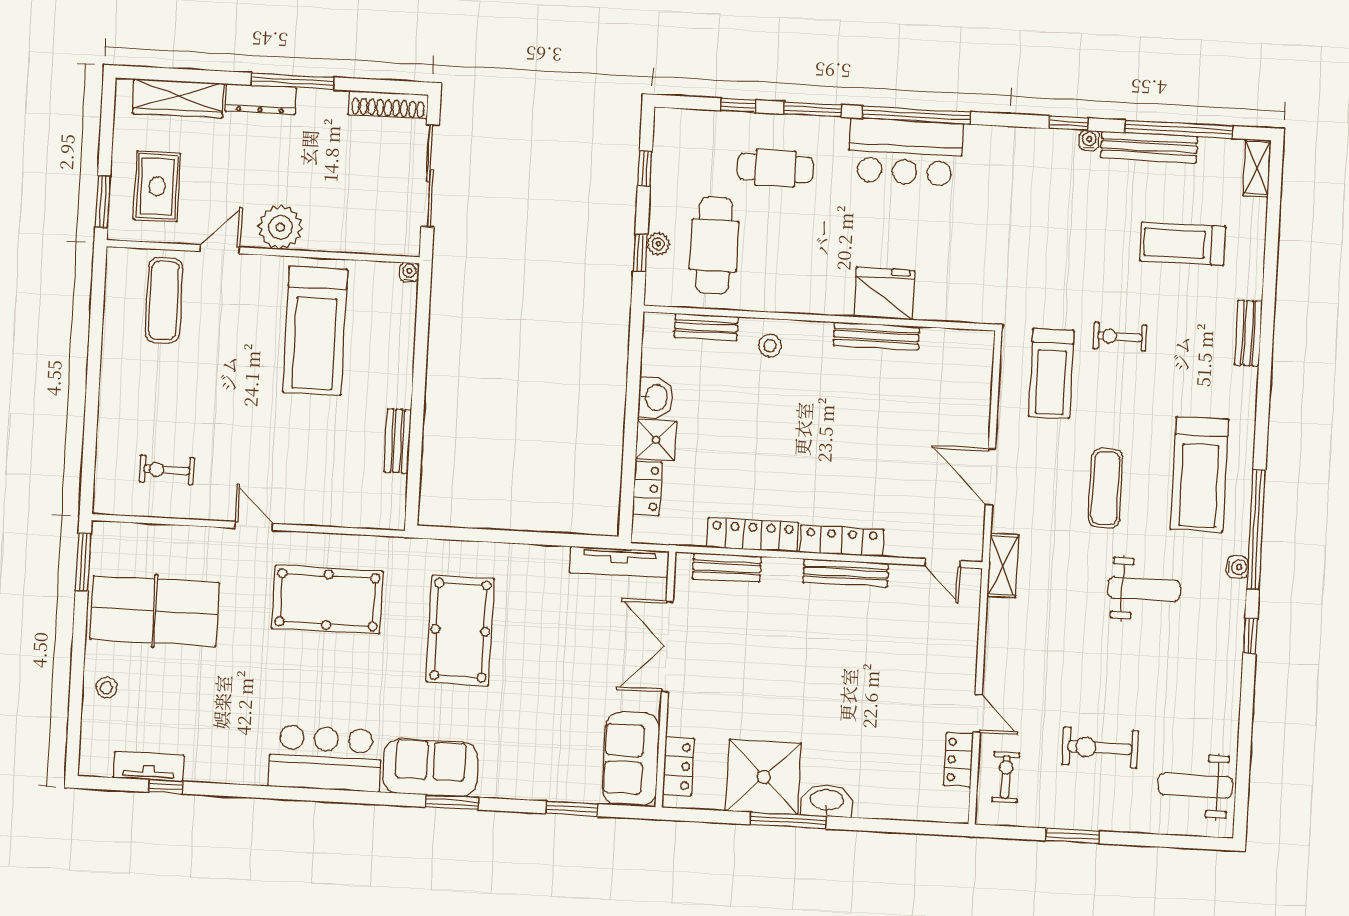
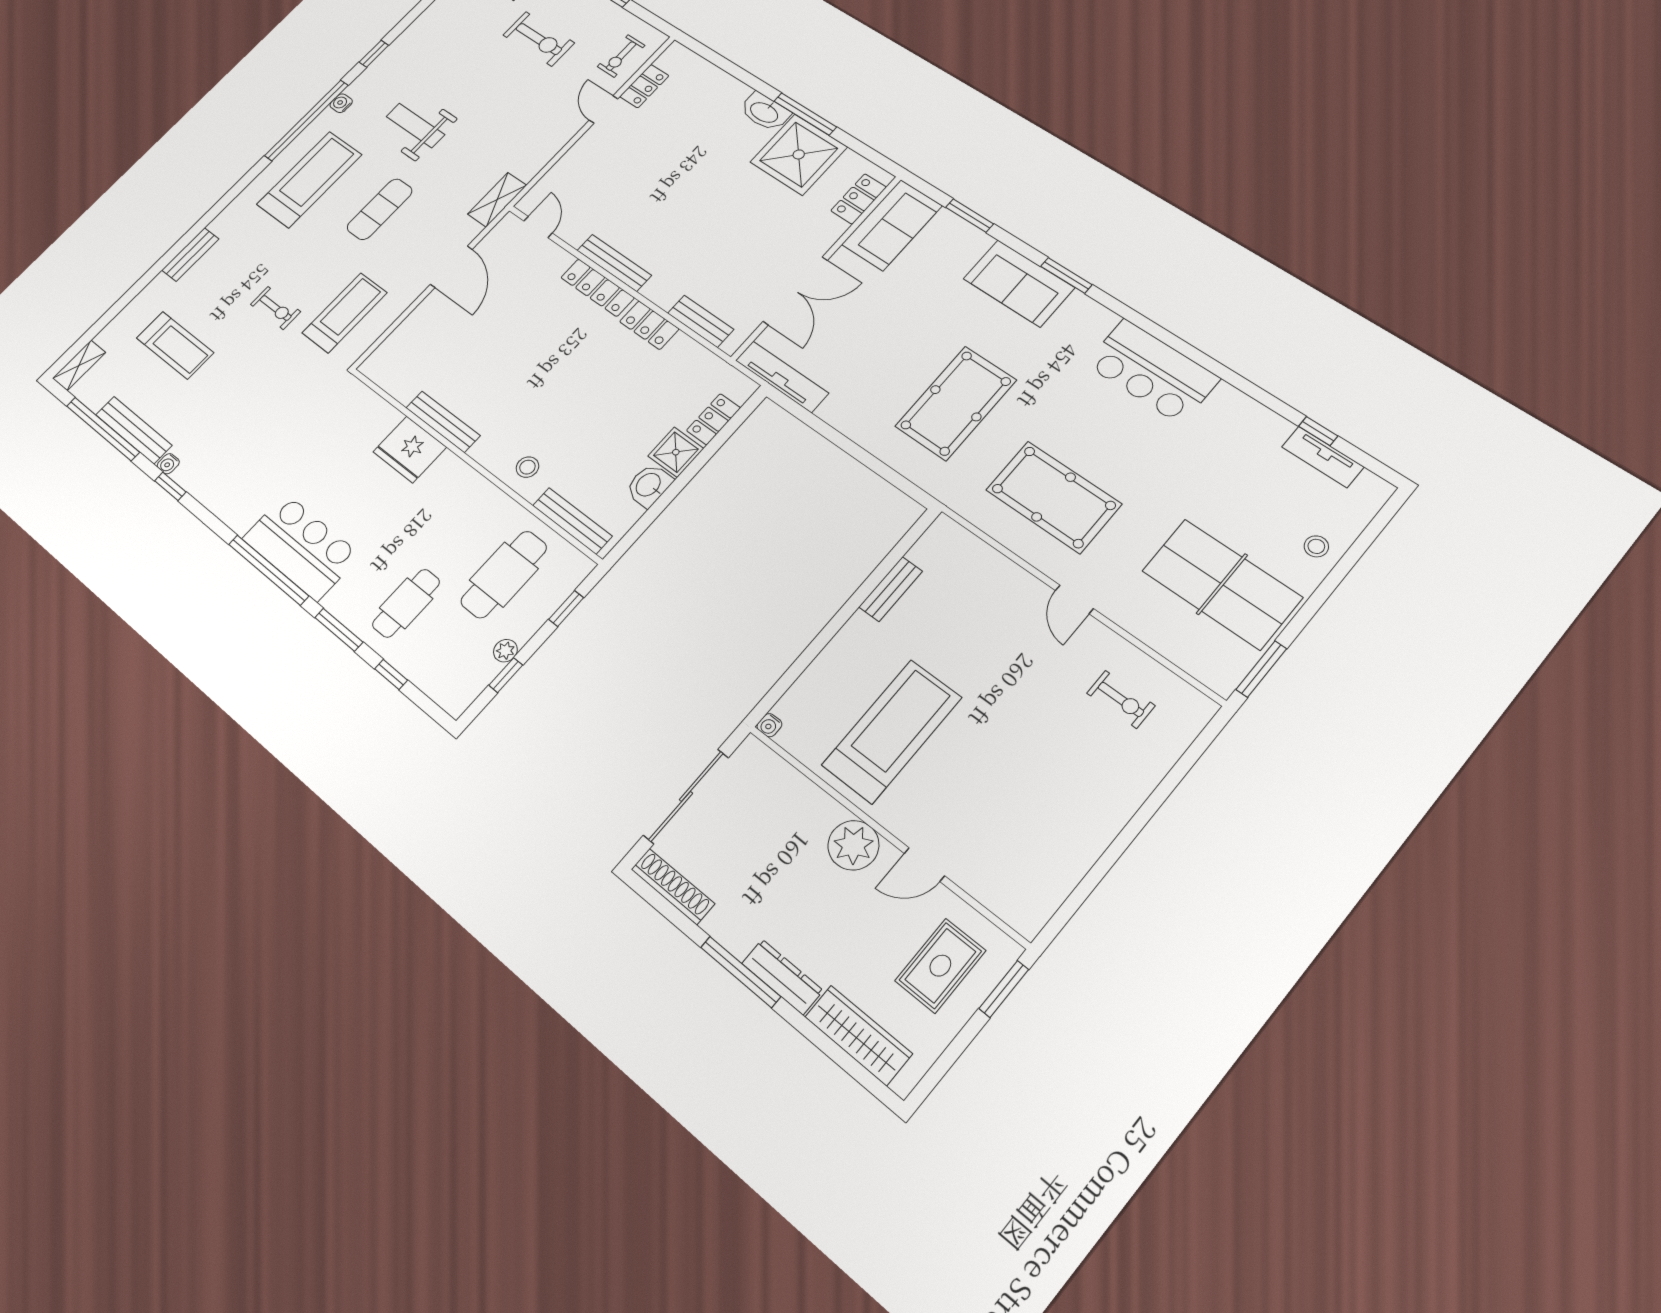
cafe table: (775, 168) -> (406, 603), turned 90
plant: (658, 244) -> (505, 651), moved
exercise mat: (164, 300) -> (1012, 854), removed
bench: (706, 327) -> (572, 521), width x1.36
locker: (753, 535) -> (649, 325), width x0.66
sofa: (430, 768) -> (1019, 283), moved

